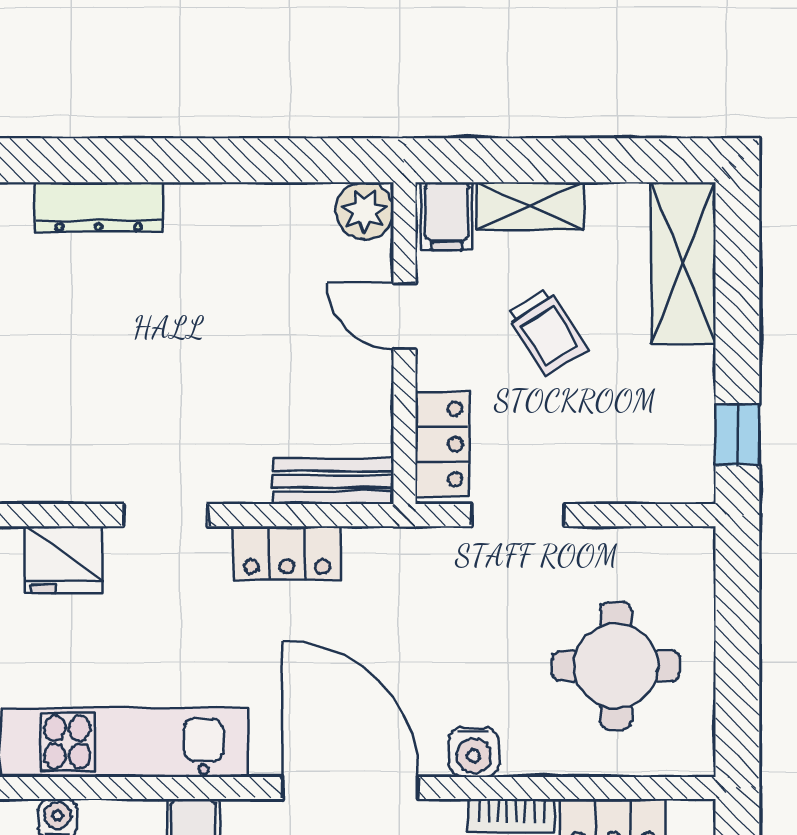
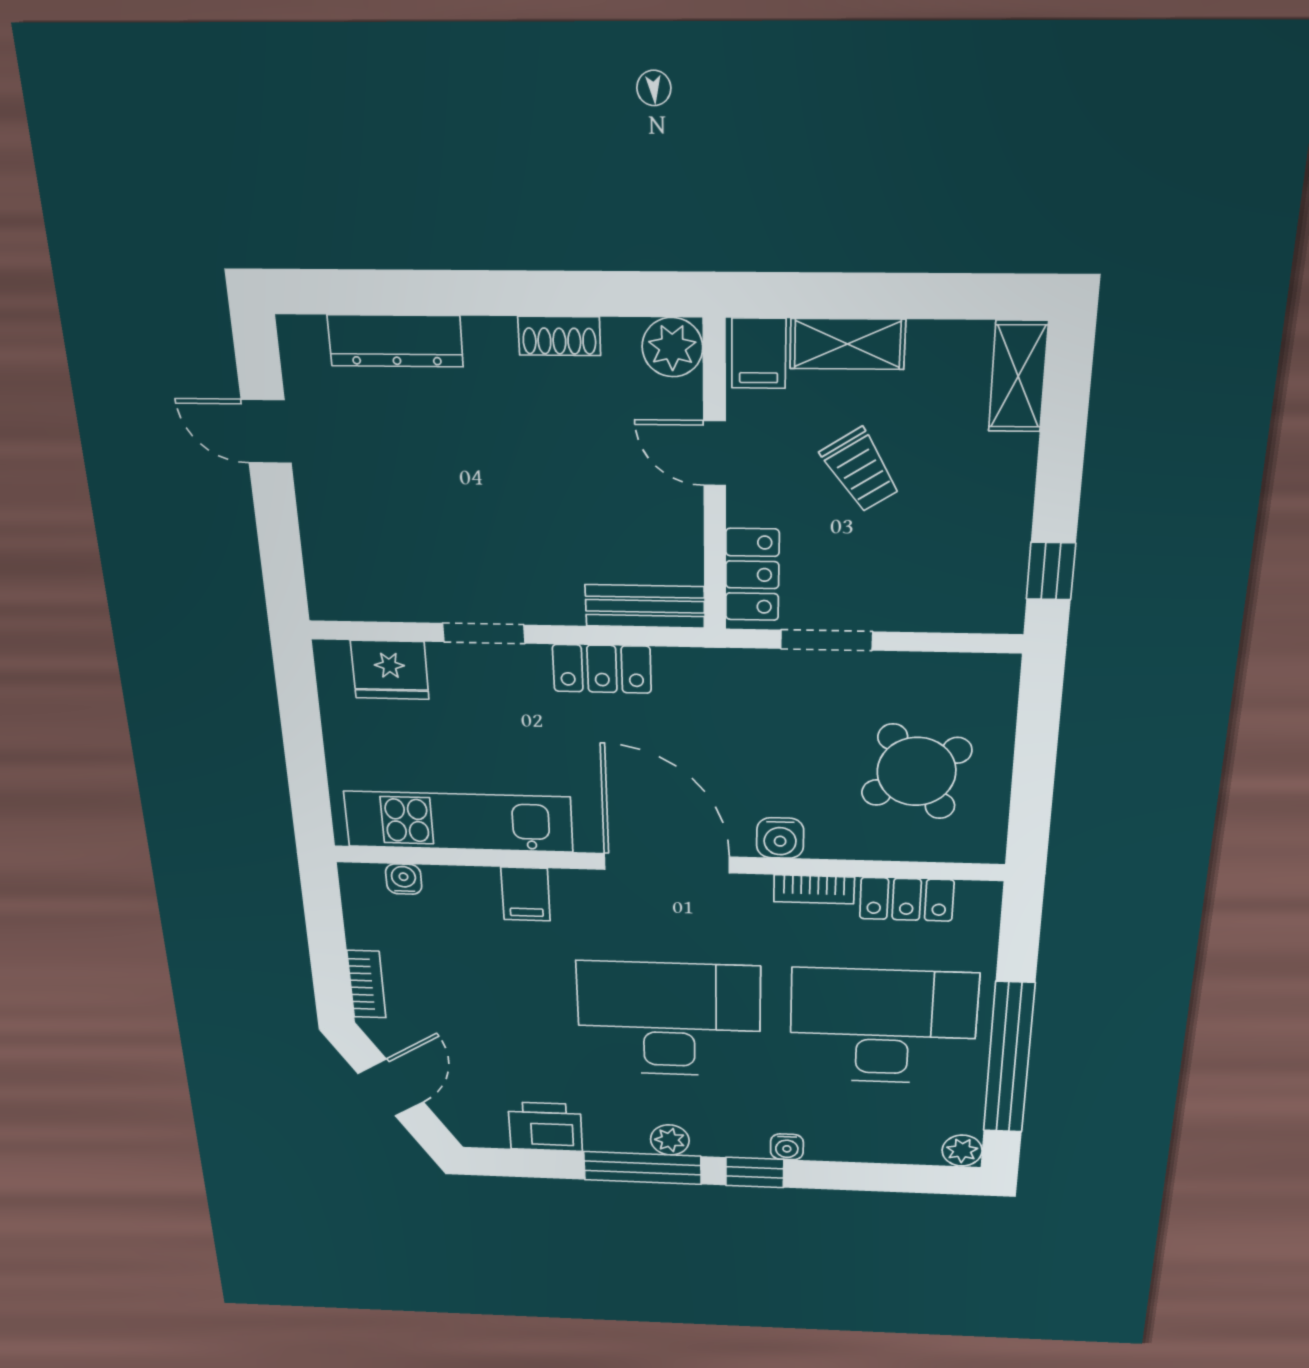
shoe rack: (257, 201) -> (559, 336), added
shelving: (683, 263) -> (1018, 376), width x0.67, depth x0.75
round table: (616, 666) -> (917, 772), turned -33

